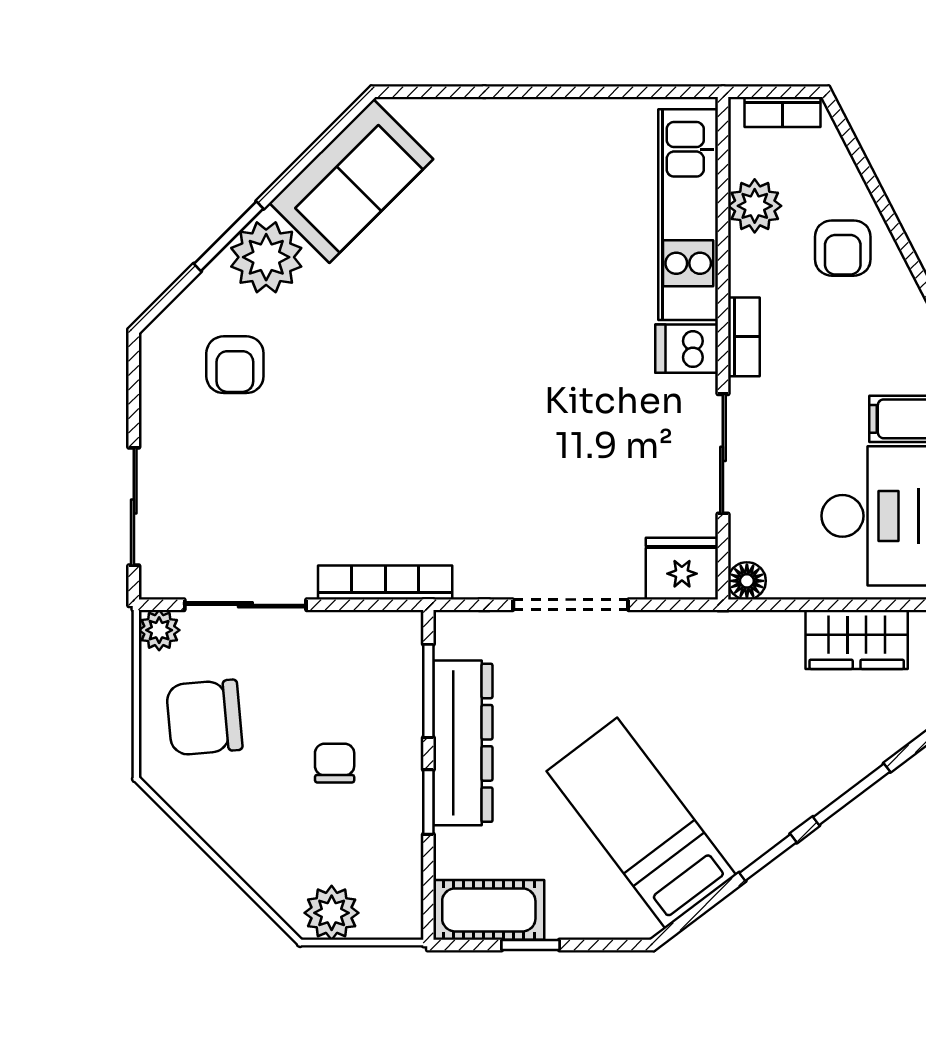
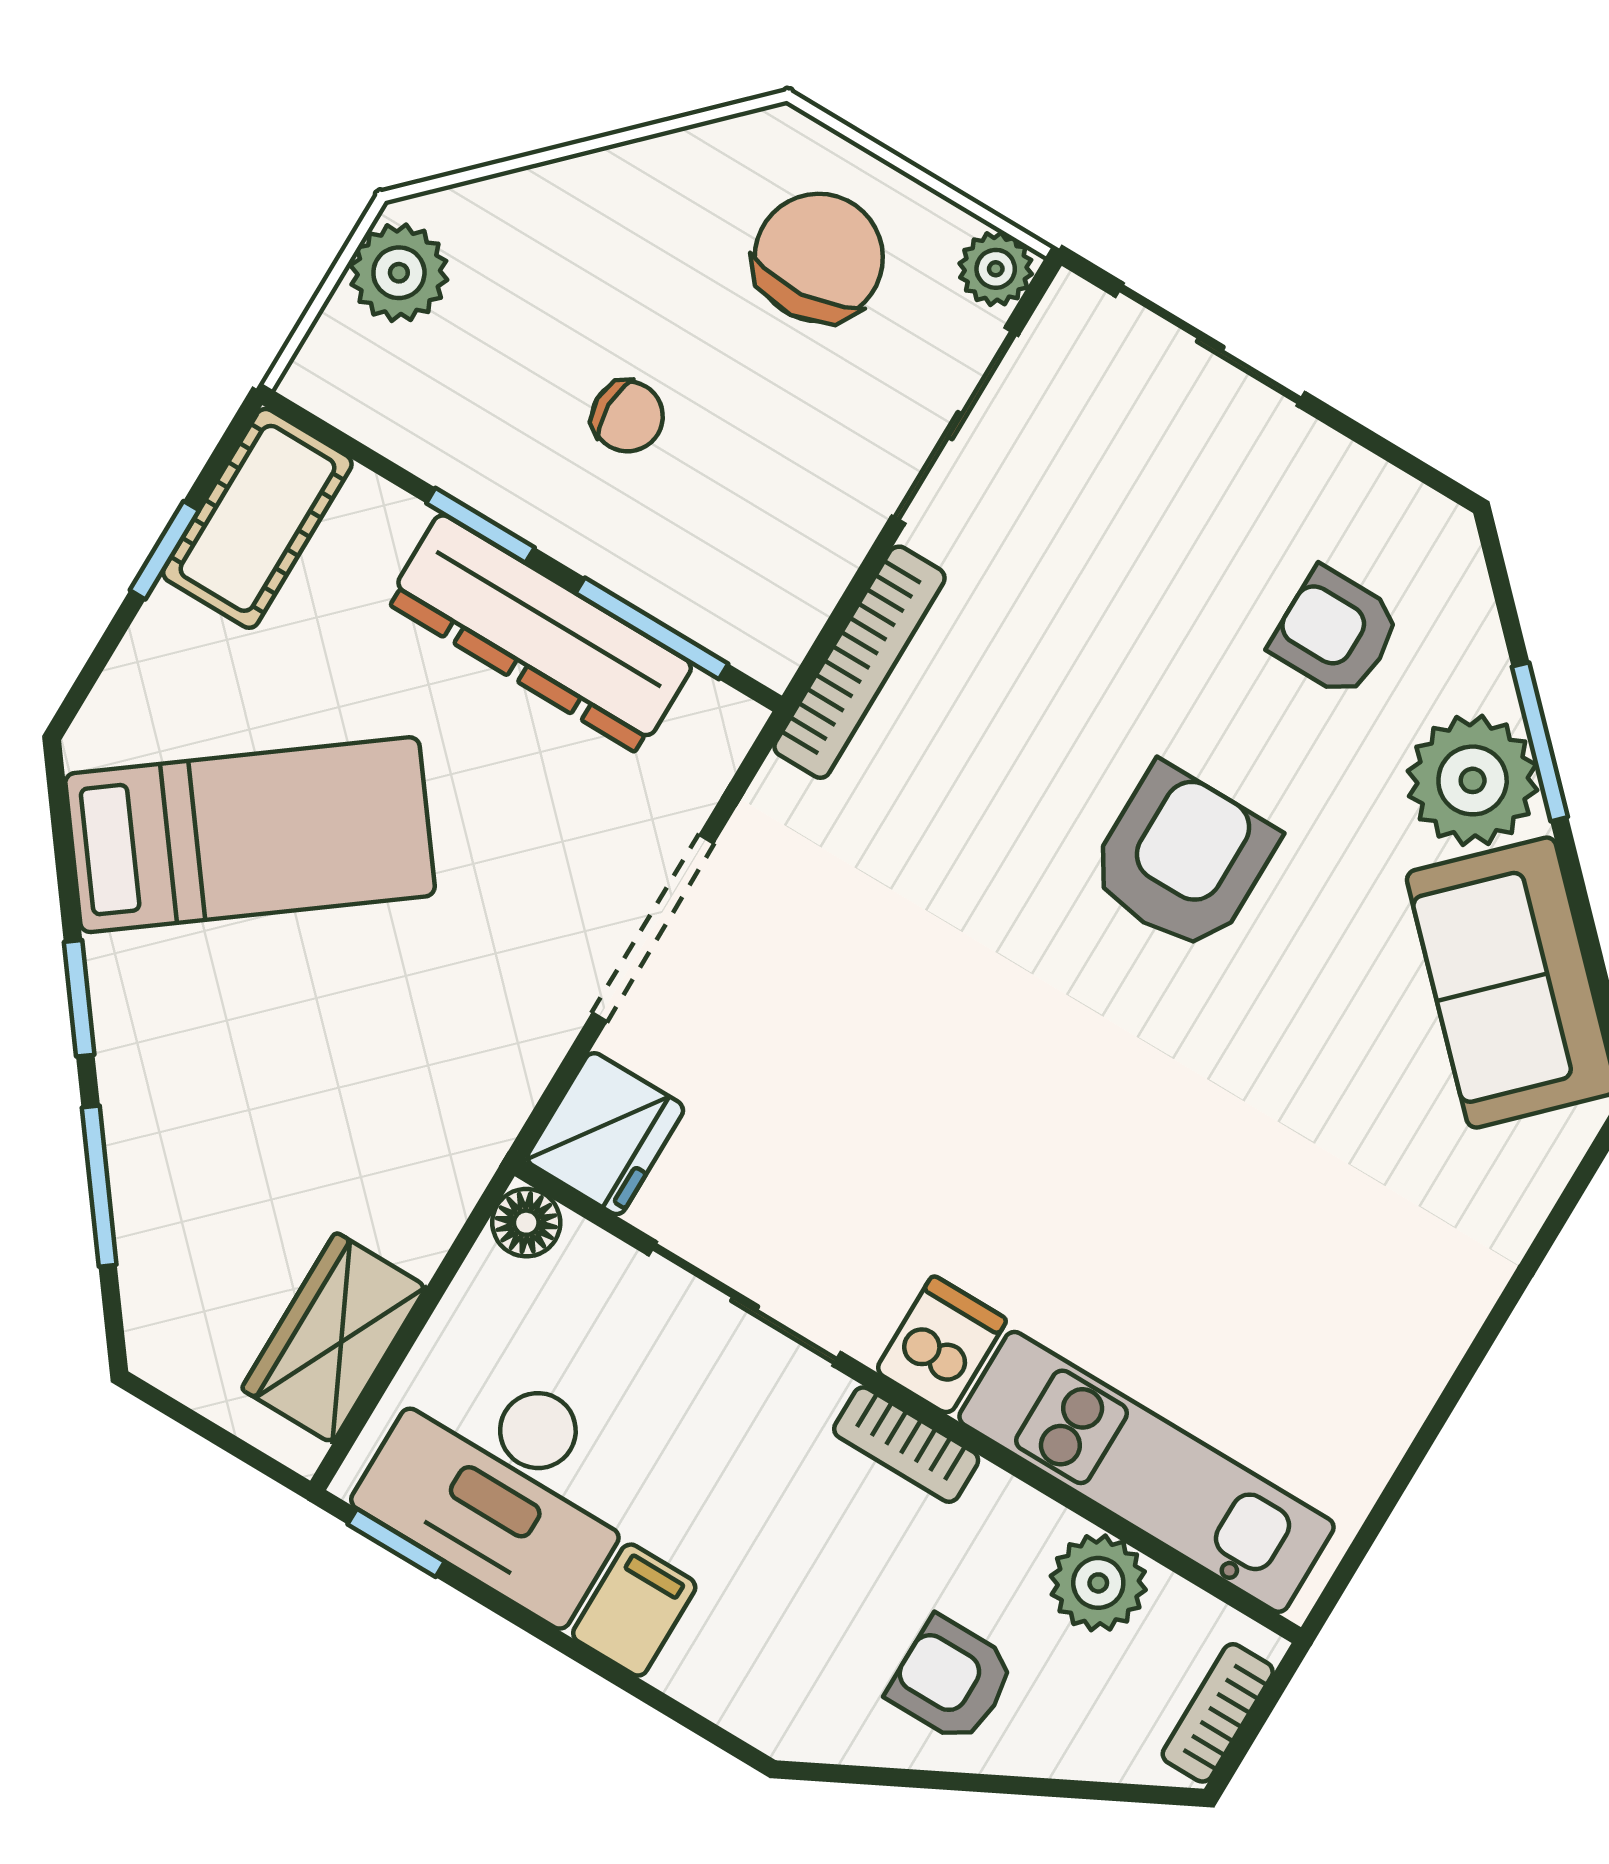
armchair: (386, 373) -> (1182, 859), added

